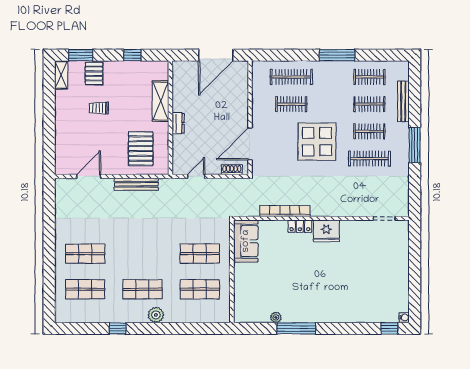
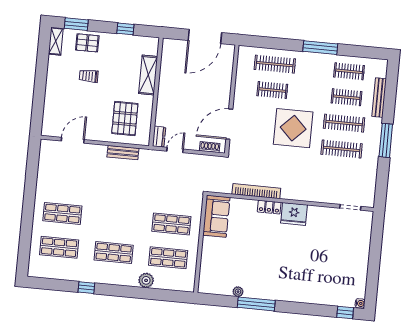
pallet: (94, 74) -> (87, 43), turned 90
dresser: (178, 123) -> (159, 137), moved
clothes rail: (369, 131) -> (344, 123), width x1.36
bench: (136, 184) -> (123, 153), width x0.73
plant: (156, 315) -> (146, 280), moved

